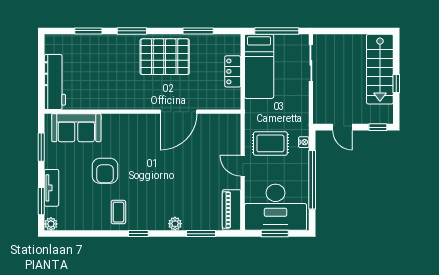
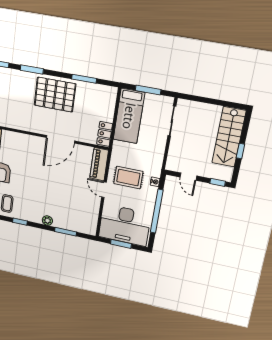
window: (277, 31) -> (148, 90), width x0.69
locker: (233, 71) -> (105, 134), moved
piano: (232, 210) -> (99, 164), moved

